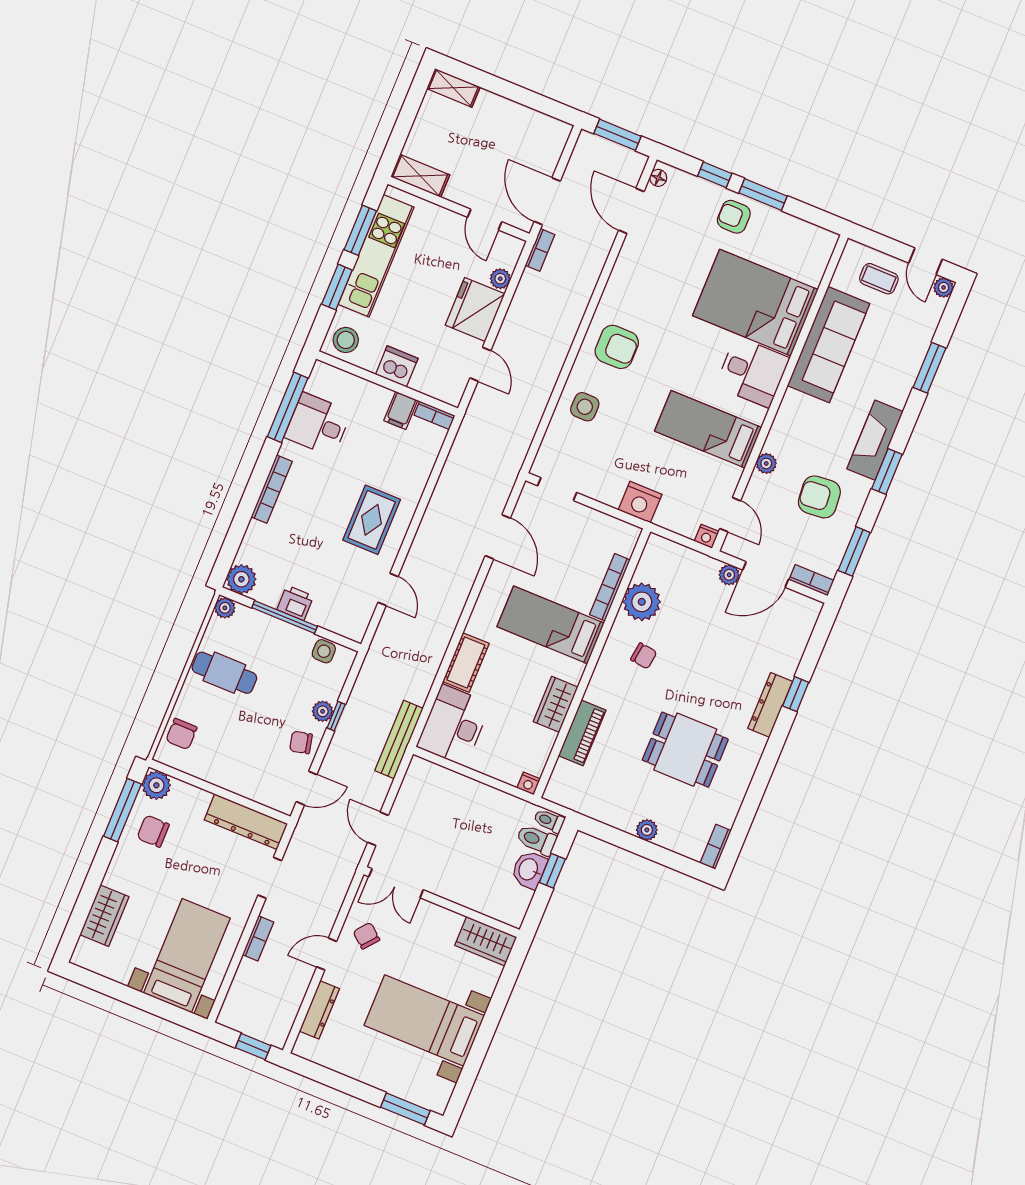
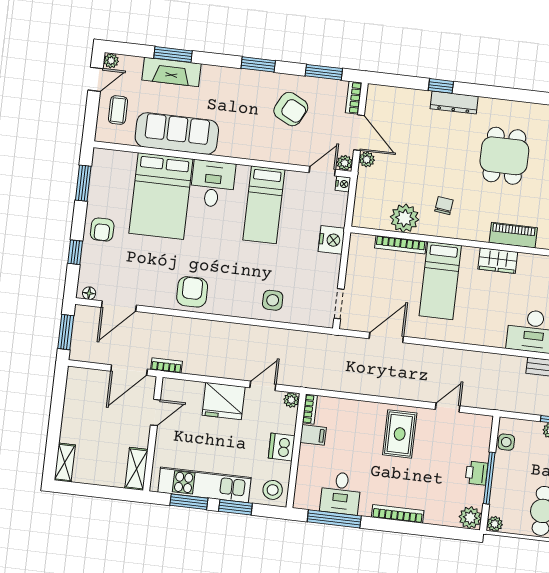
window: (763, 195) -> (83, 183), moved
plant: (500, 279) -> (291, 400), moved
armchair: (617, 347) -> (192, 292), moved
fireplace: (875, 440) -> (172, 72), moved
plant: (766, 463) -> (345, 163), moved
armchair: (819, 497) -> (291, 109), turned -58
rug: (372, 520) -> (400, 434), turned 90
cot: (466, 662) -> (485, 335), removed

